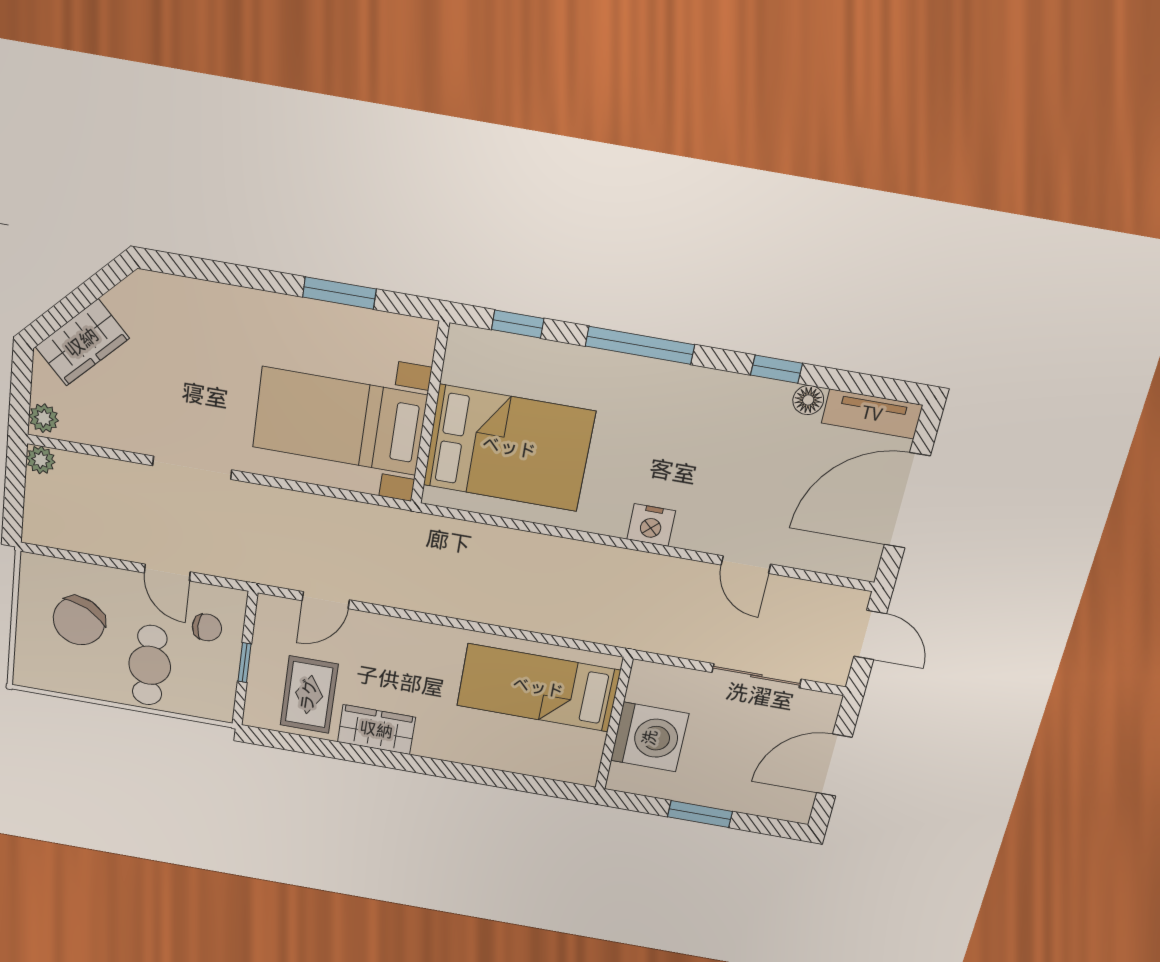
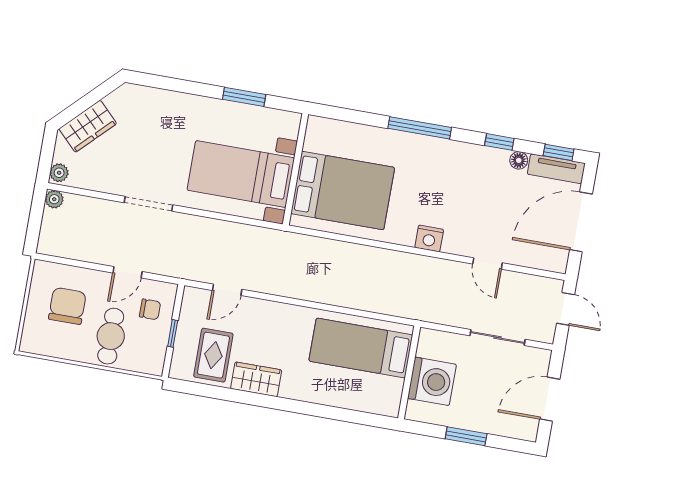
window: (518, 324) -> (559, 152), moved
door: (167, 572) -> (127, 272), hinge flipped
chair: (79, 621) -> (67, 306), turned 153

